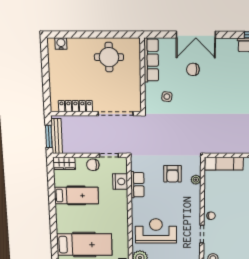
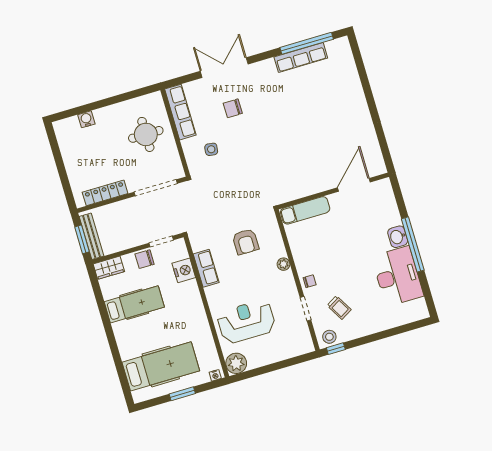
double door: (196, 35) -> (224, 68), swing flipped
water cooler: (61, 44) -> (86, 119), moved
round table: (109, 57) -> (146, 134), moved
plant: (196, 180) -> (284, 264), moved
trolley: (227, 240) -> (339, 308), added

